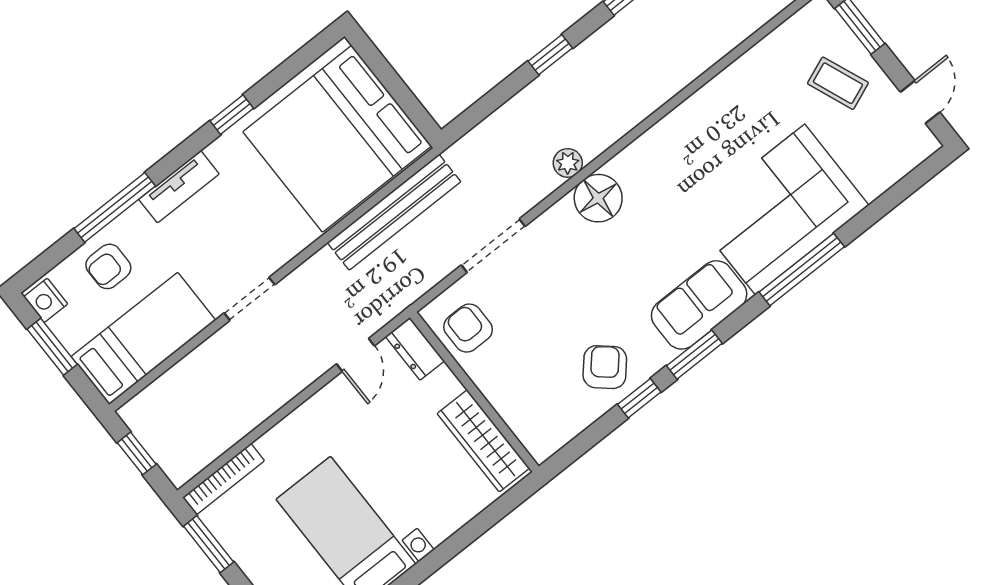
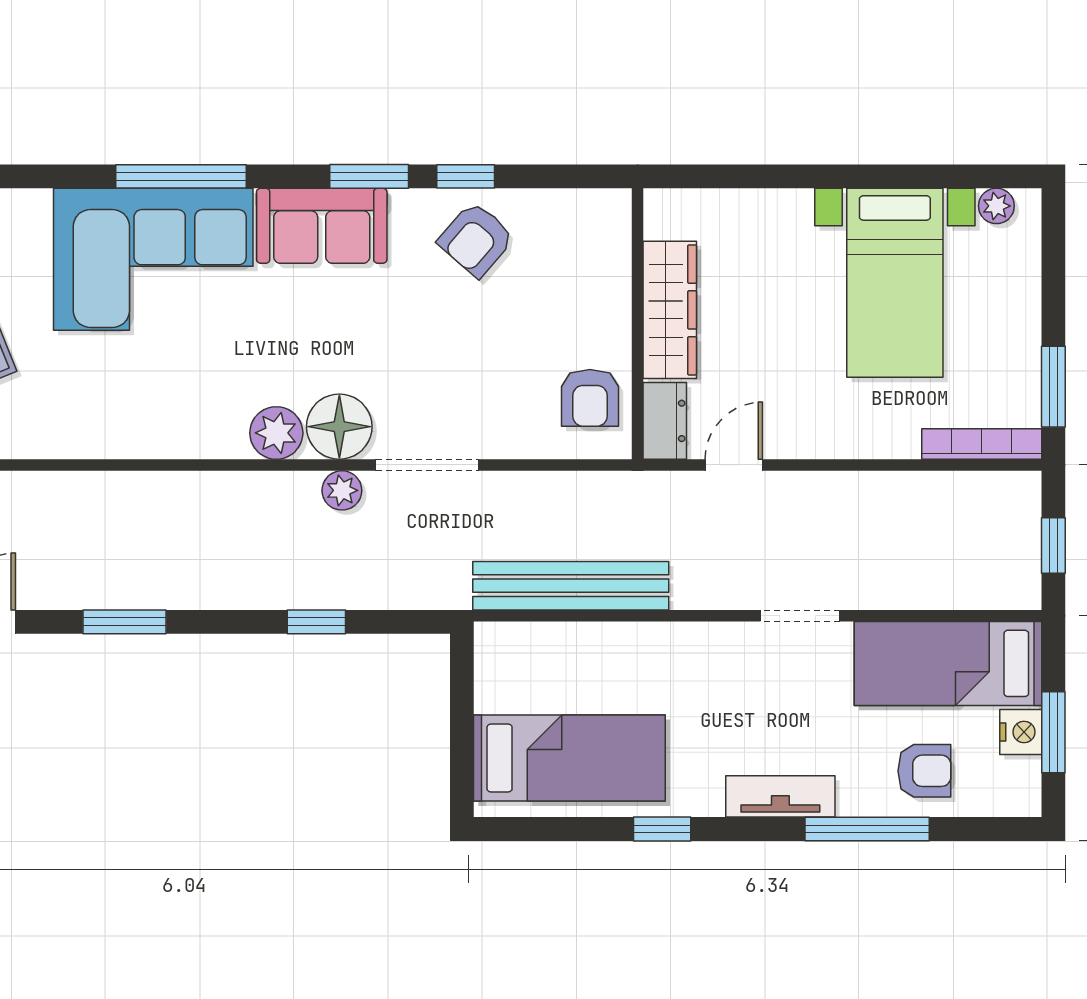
window: (550, 55) -> (316, 622), moved
bed: (337, 139) -> (569, 758), width x0.49
plant: (631, 166) -> (276, 433), added
doorway: (493, 246) -> (427, 465), moved
nightstand: (46, 300) -> (1021, 732), moved
wardrobe: (483, 441) -> (670, 310), moved

